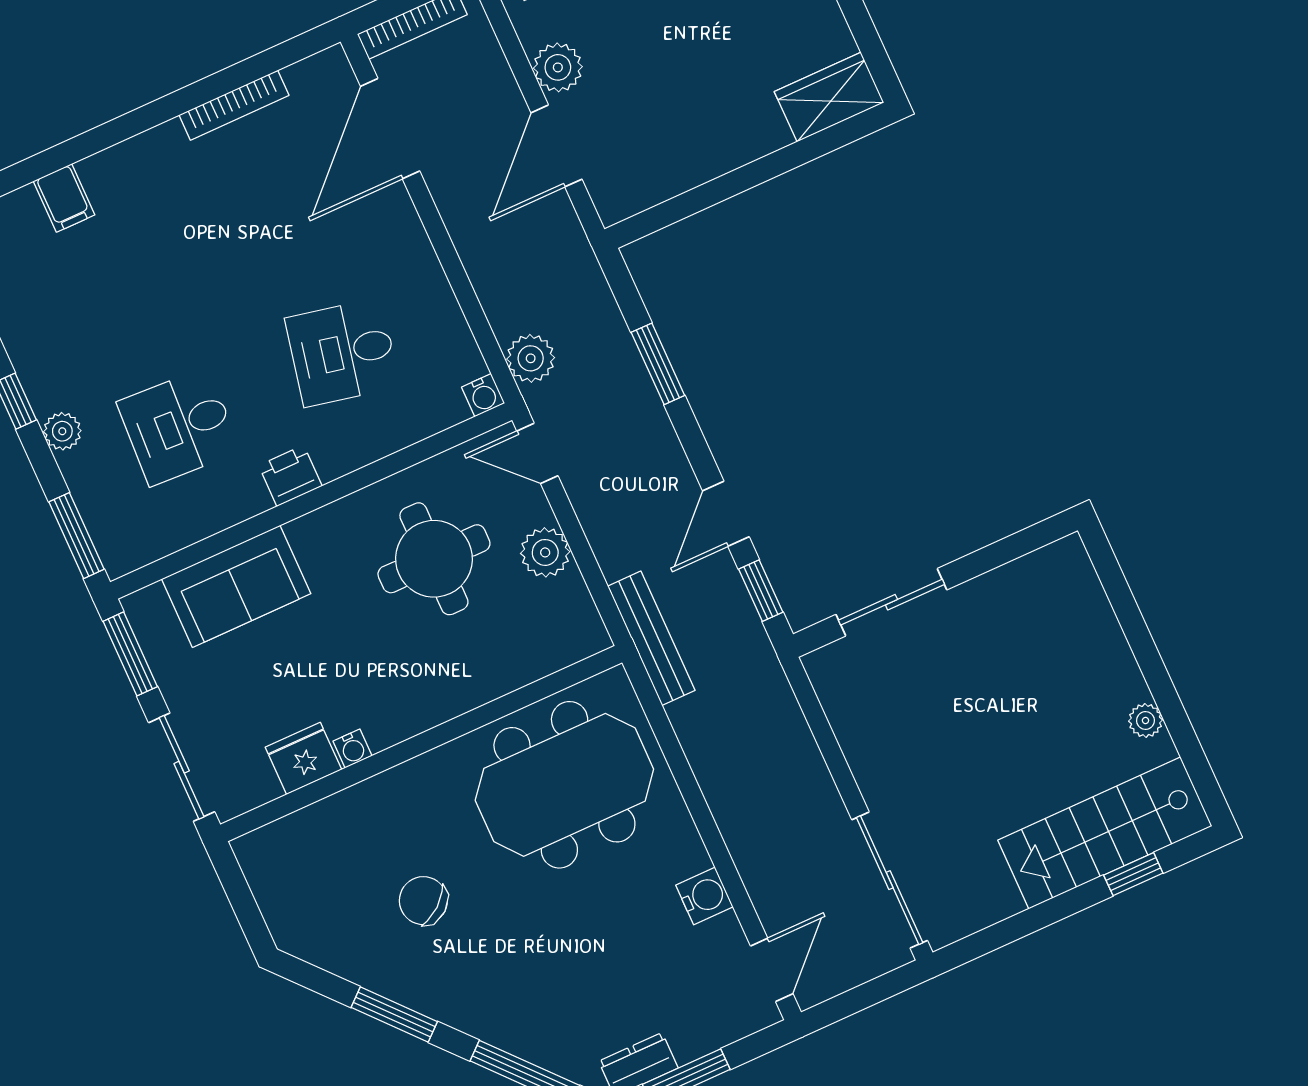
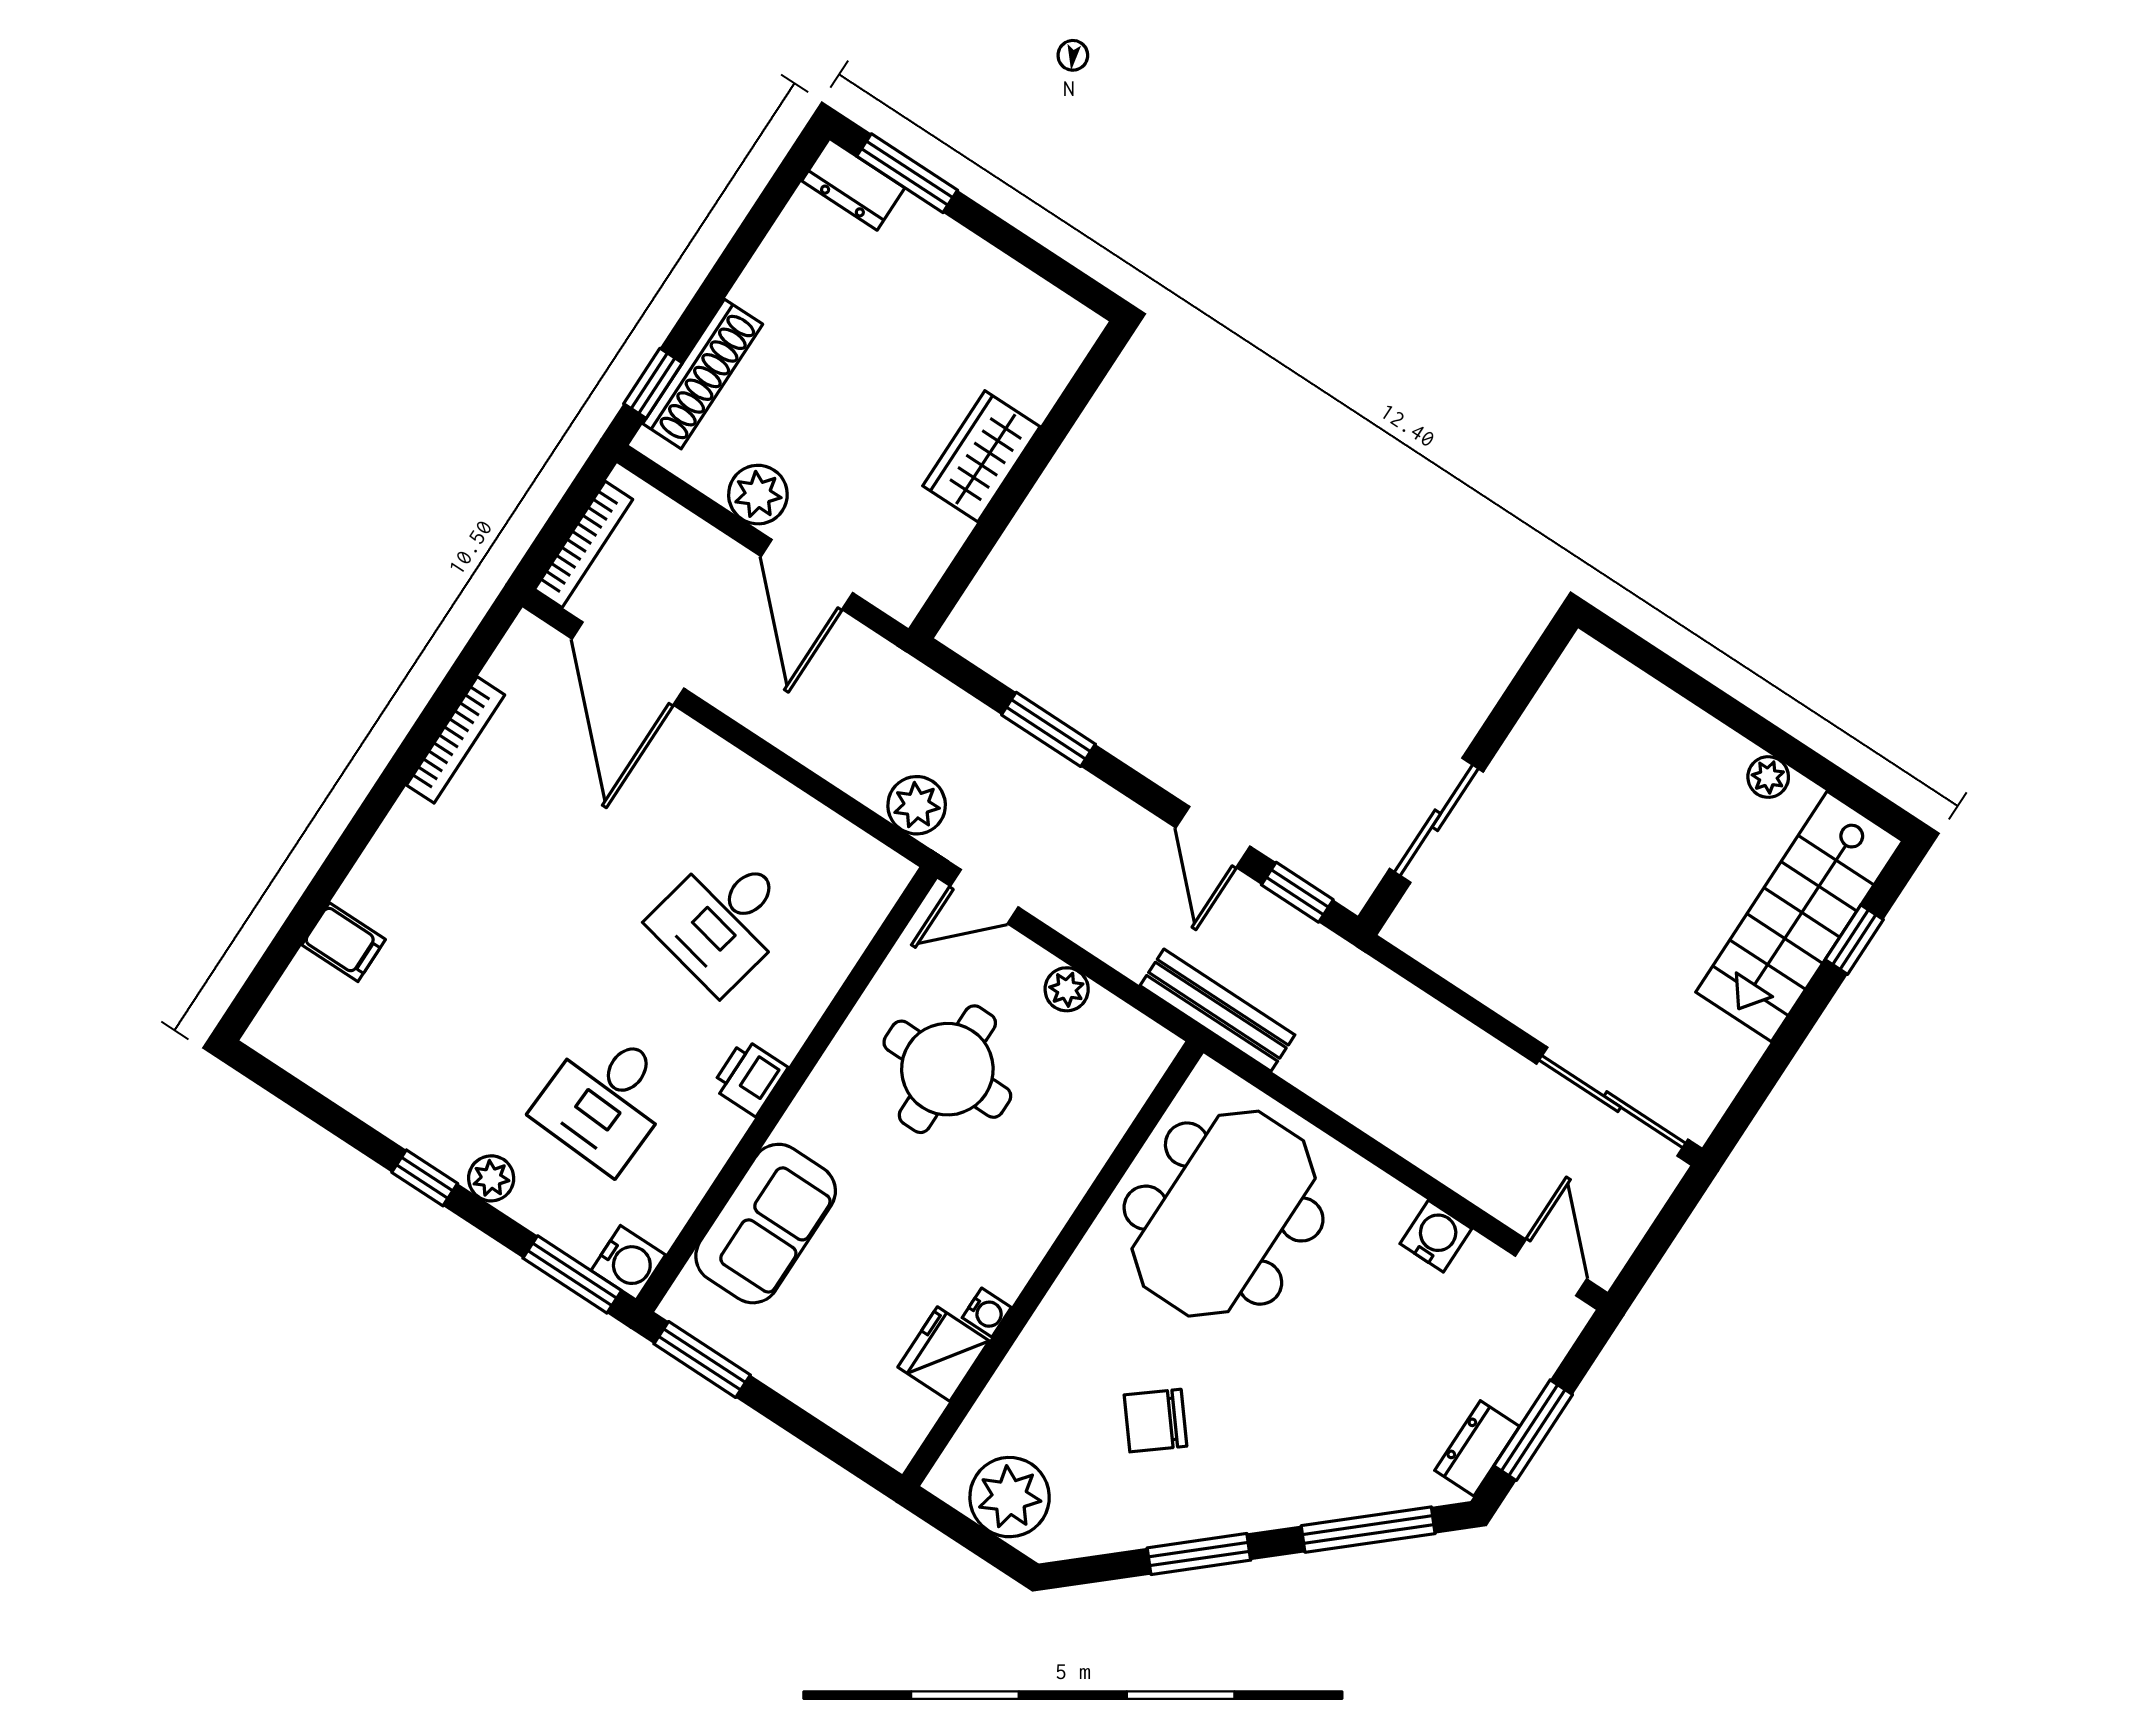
wardrobe: (829, 97) -> (981, 456), moved
water cooler: (483, 395) -> (628, 1263), moved, width x1.38, depth x1.38
plant: (545, 552) -> (1067, 989), width x0.73, depth x0.73
sliding door: (182, 767) -> (826, 1441), removed
plant: (286, 889) -> (1010, 1497), added

